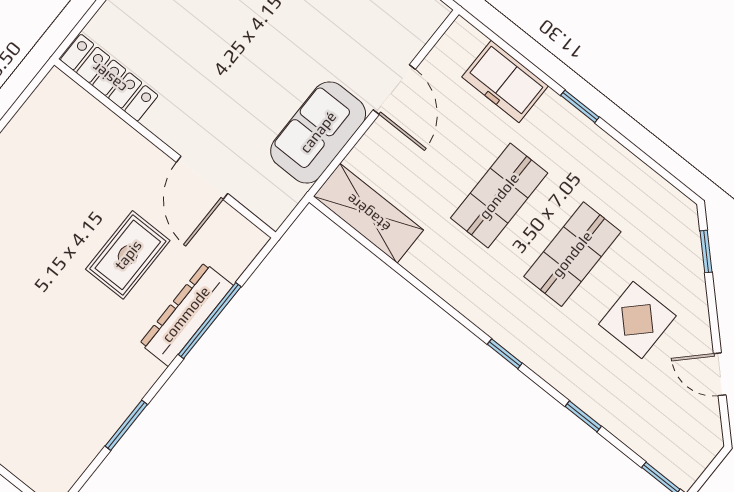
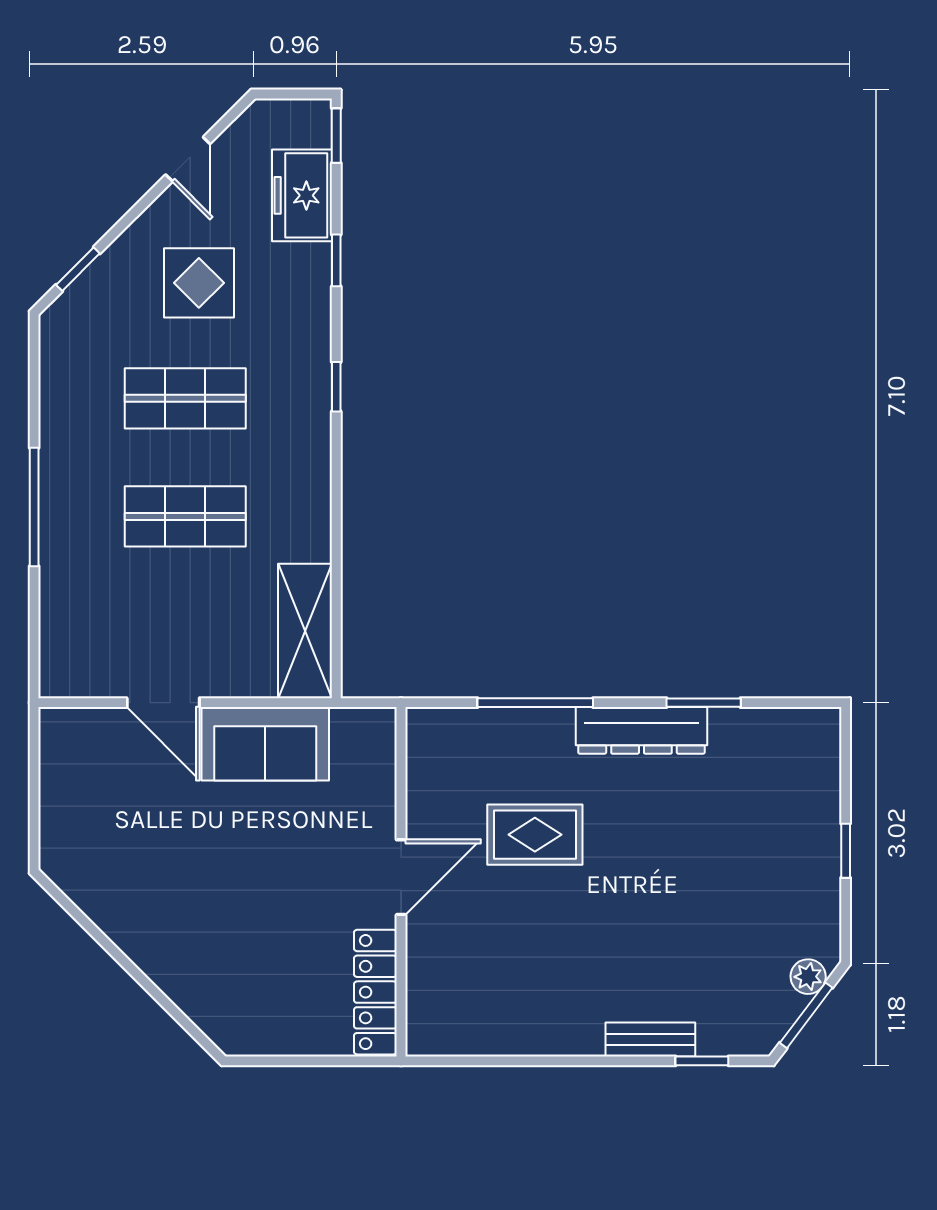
freezer: (505, 81) -> (302, 195), moved, turned 180
door: (394, 89) -> (163, 703), swing flipped
window: (580, 106) -> (34, 507), width x2.17
door: (202, 178) -> (401, 877), moved
dresser: (186, 314) -> (641, 730), moved

